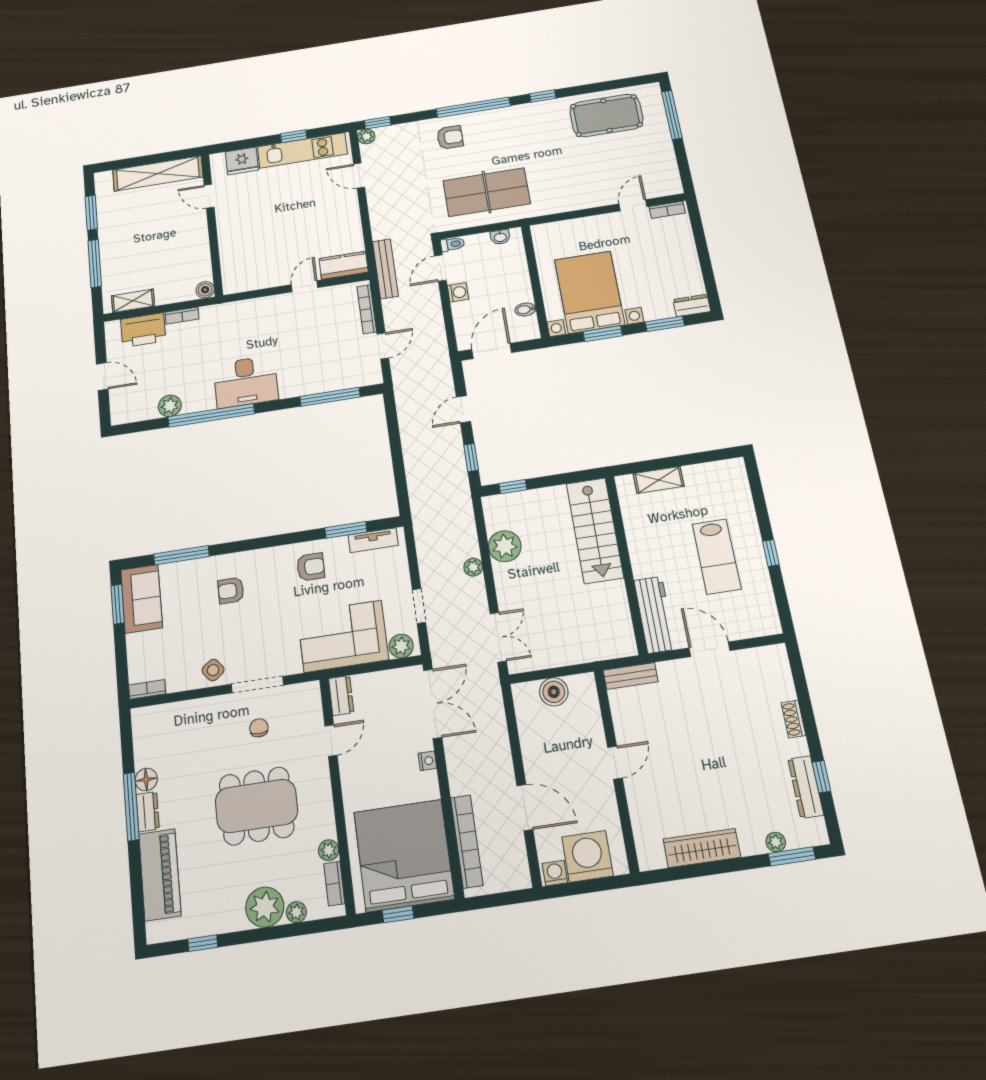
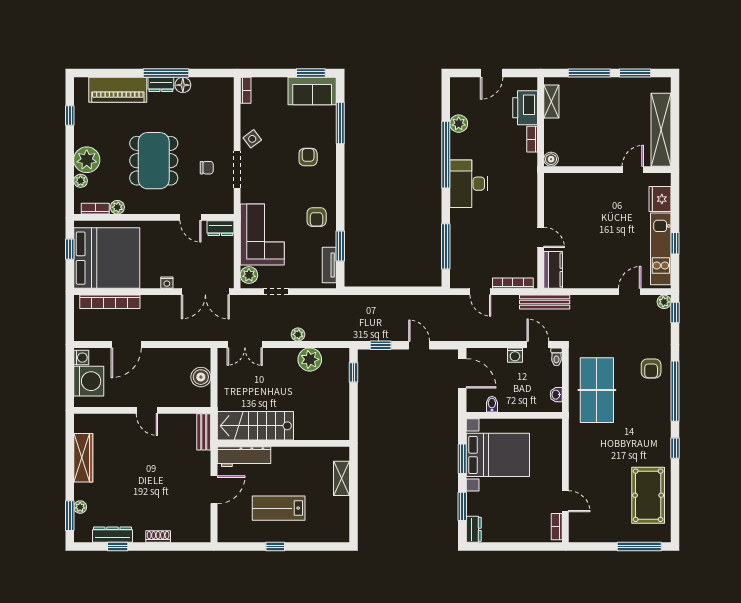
stairs: (595, 530) -> (255, 426), moved

